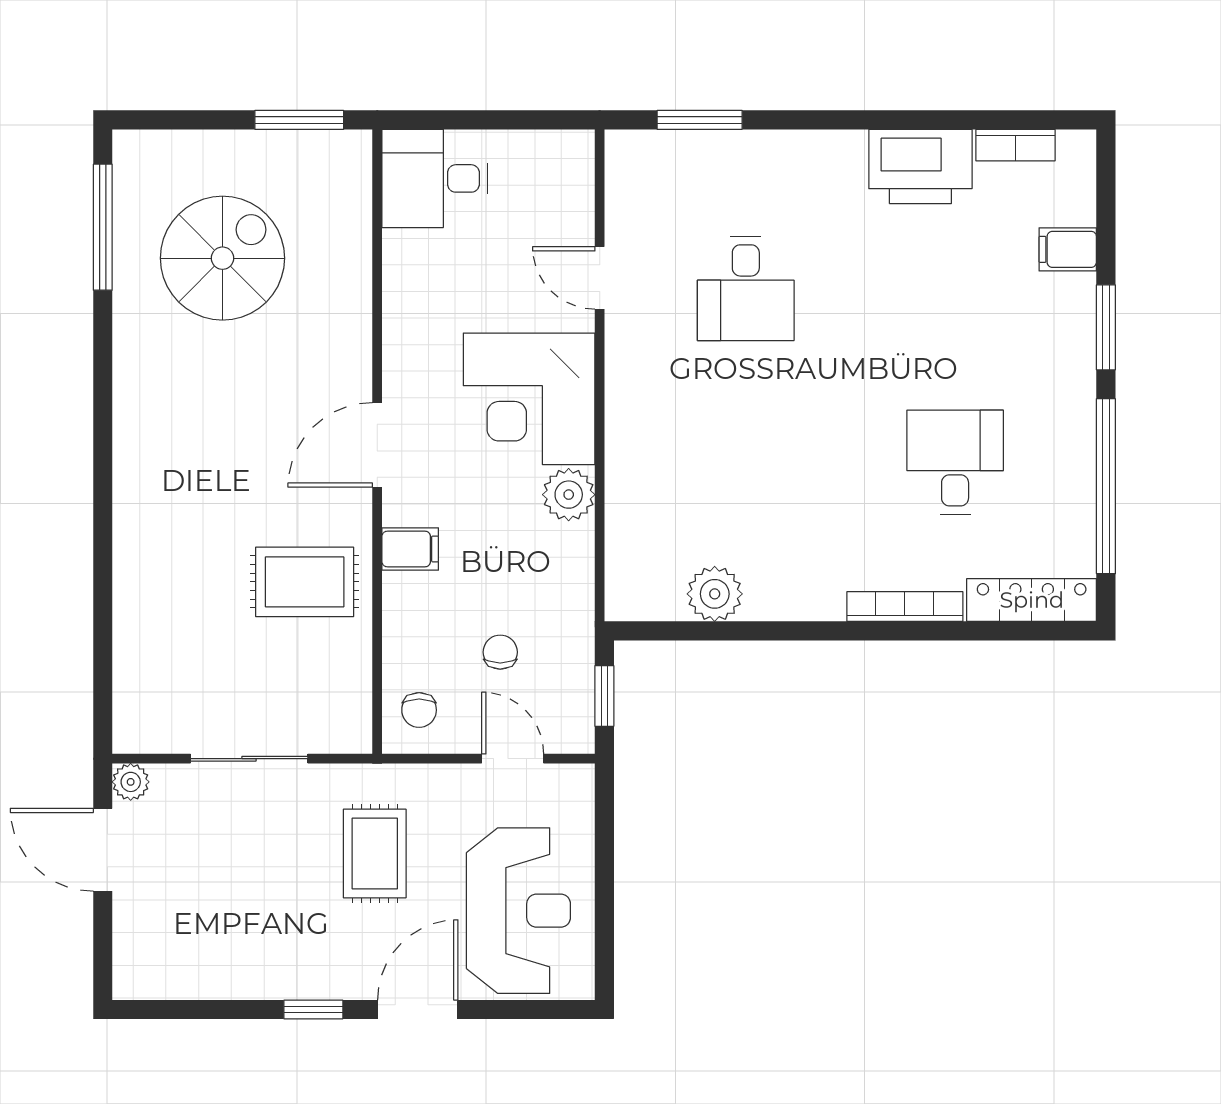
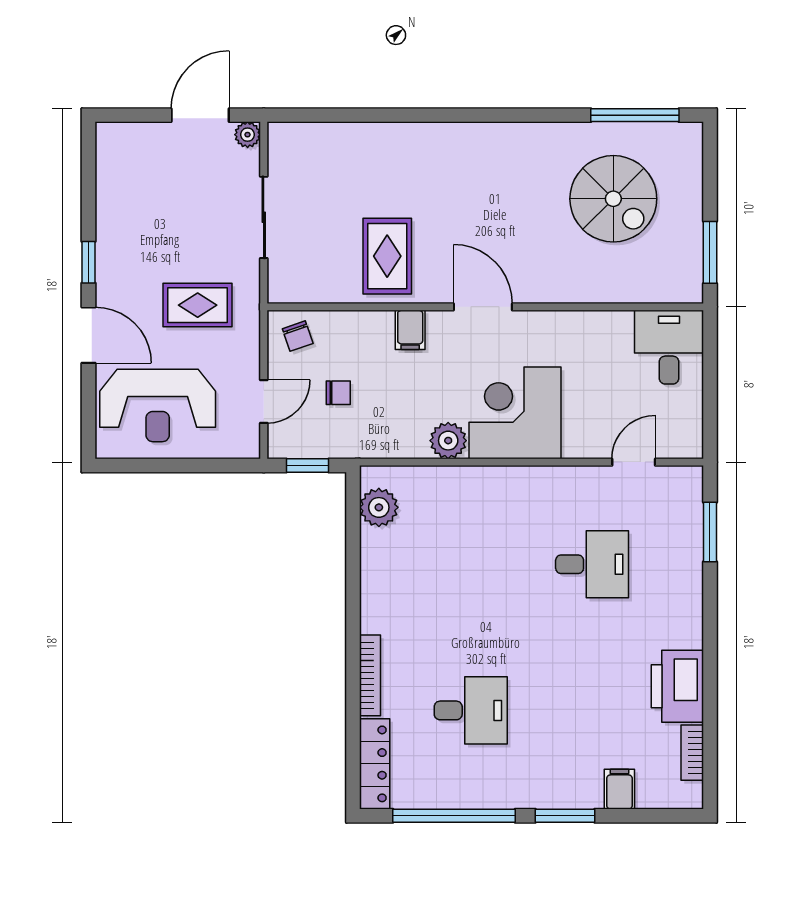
door: (600, 278) -> (634, 462), moved
desk: (746, 289) -> (592, 564), turned 180
plant: (715, 594) -> (379, 507), moved
chair: (419, 710) -> (298, 336), turned -109

